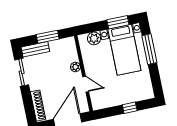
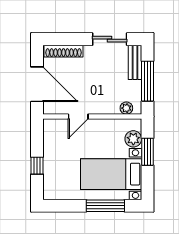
window: (118, 22) -> (147, 152), moved
window: (48, 37) -> (147, 81), width x1.44
plant: (75, 67) -> (126, 108), moved

